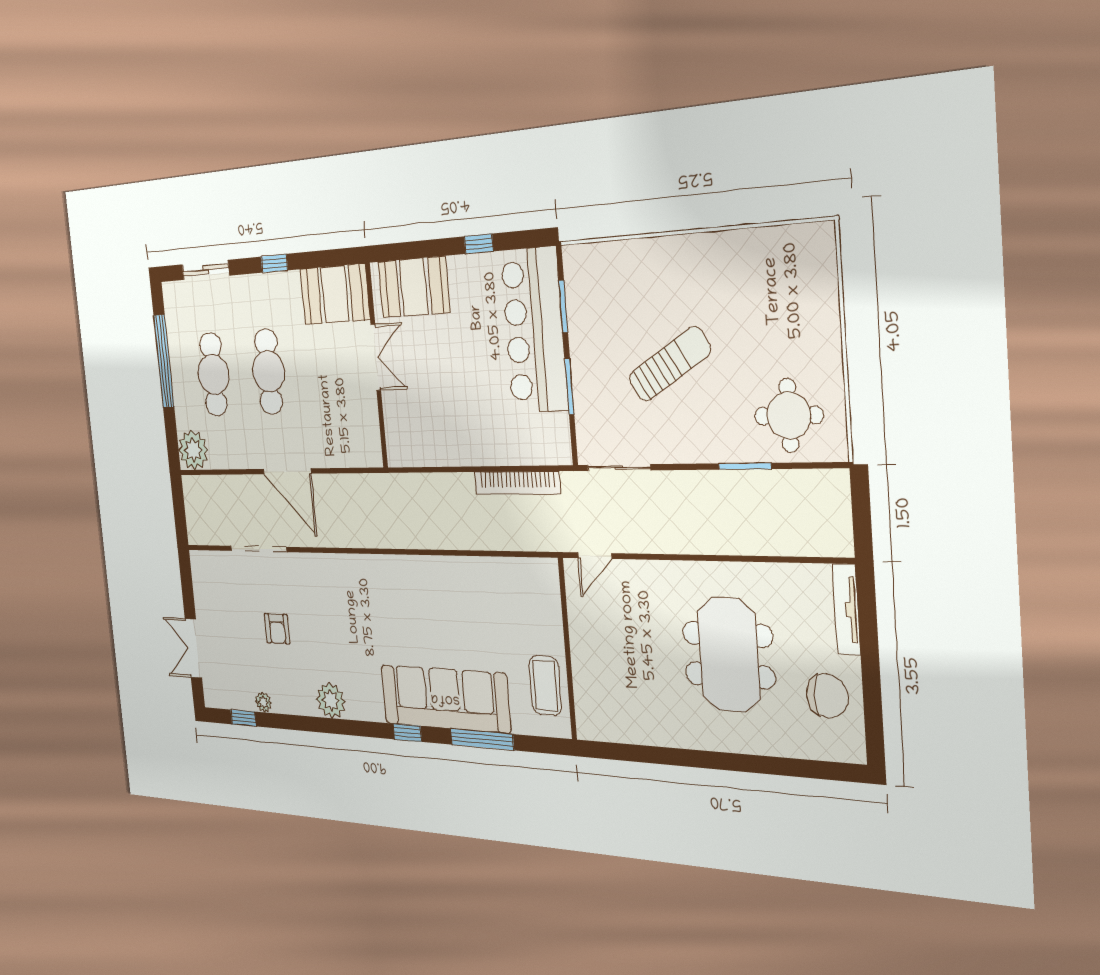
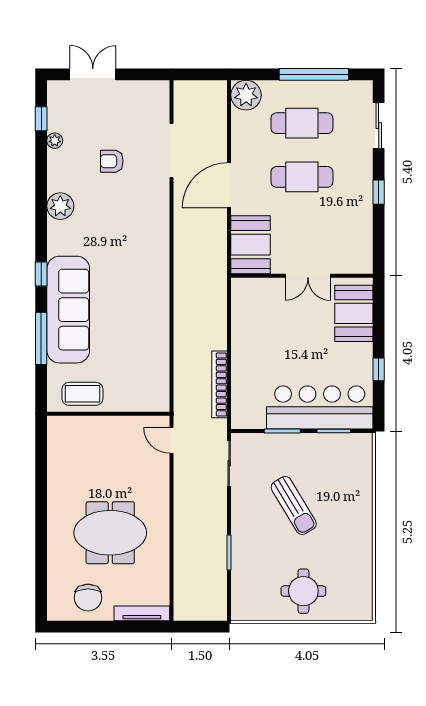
booth: (335, 294) -> (250, 245), moved
round table: (789, 416) -> (303, 591), moved

